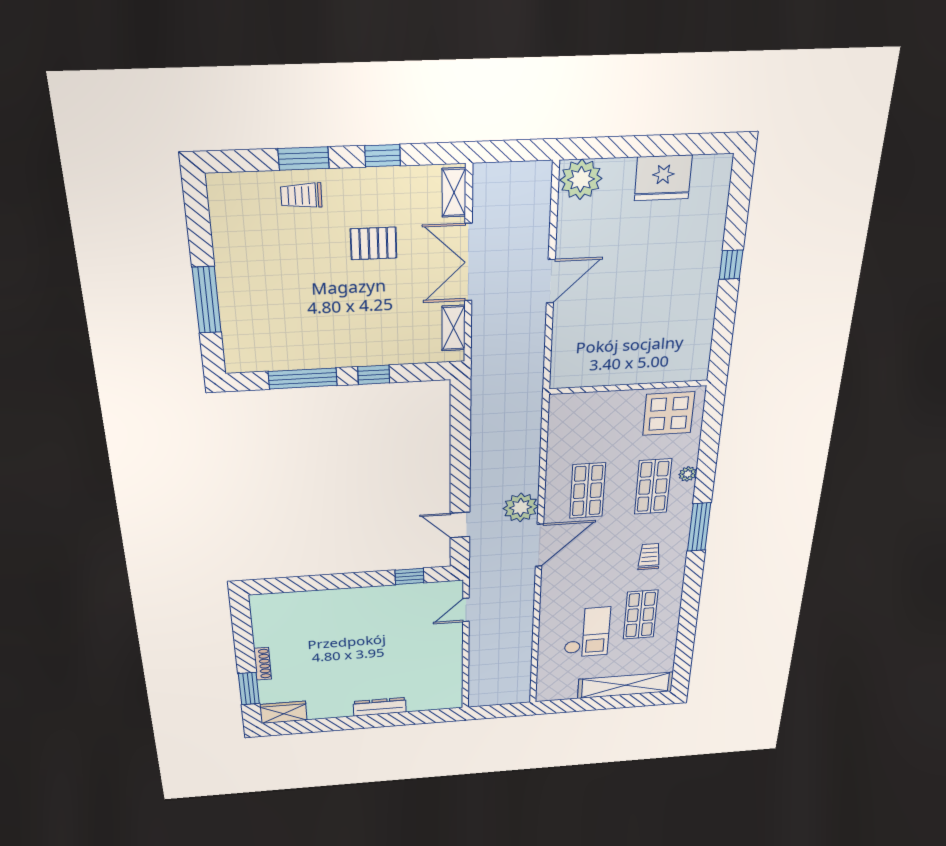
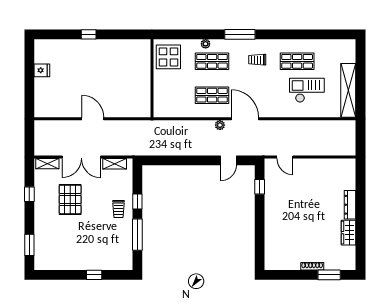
window: (304, 159) -> (29, 245), moved
fridge: (663, 178) -> (42, 70), width x0.53, depth x0.75
plant: (581, 179) -> (44, 107), removed
trolley: (301, 196) -> (119, 209), moved
pallet: (373, 243) -> (70, 199), width x1.50, depth x1.42
window: (207, 300) -> (94, 275), width x0.46
plant: (521, 508) -> (220, 125), width x0.53, depth x0.53
shelving: (625, 685) -> (348, 90), moved
wardrobe: (283, 712) -> (349, 233), moved

